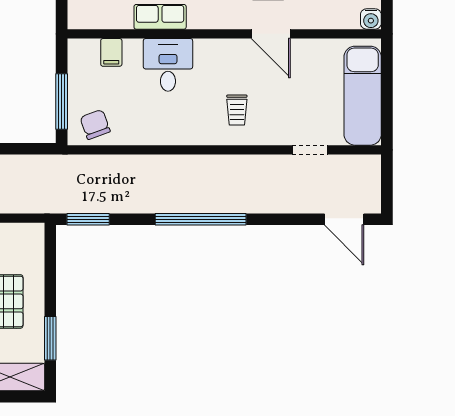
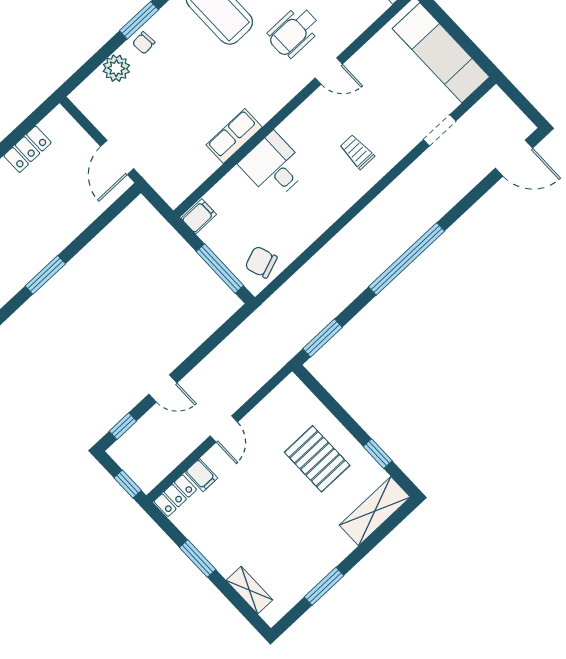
door: (271, 34) -> (329, 71), width x0.73
filing cabinet: (111, 52) -> (199, 216), moved, turned -90
trolley: (237, 110) -> (357, 152), turned 180
window: (50, 338) -> (378, 454), width x0.67

